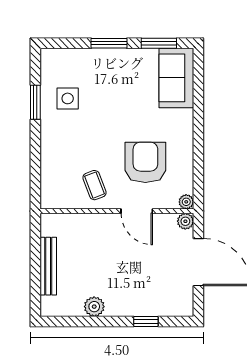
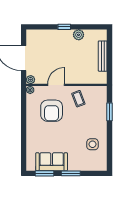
sofa: (176, 78) -> (52, 162), moved, turned -90
window: (35, 102) -> (110, 112), moved
door: (137, 211) -> (56, 85), hinge flipped
window: (146, 321) -> (64, 27), moved

